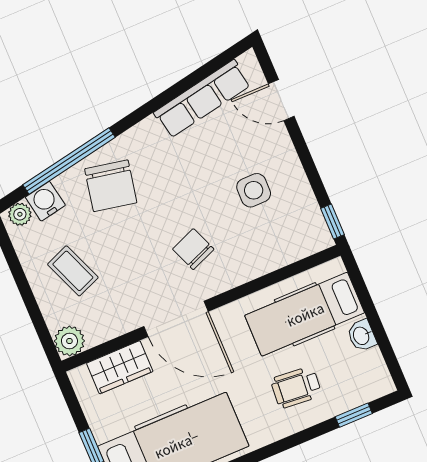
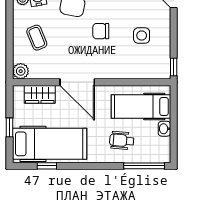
chair: (193, 249) -> (101, 31), moved, turned -68
window: (354, 415) -> (144, 166), width x2.17

